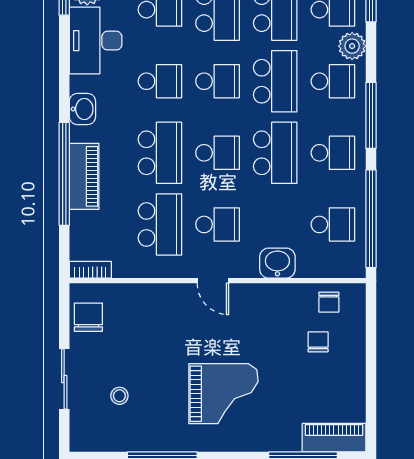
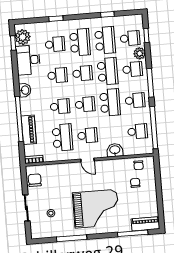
school desk: (160, 153) -> (60, 106), width x0.54
piano: (84, 176) -> (29, 130), moved
grand piano: (223, 394) -> (96, 209), width x1.37, depth x1.48

